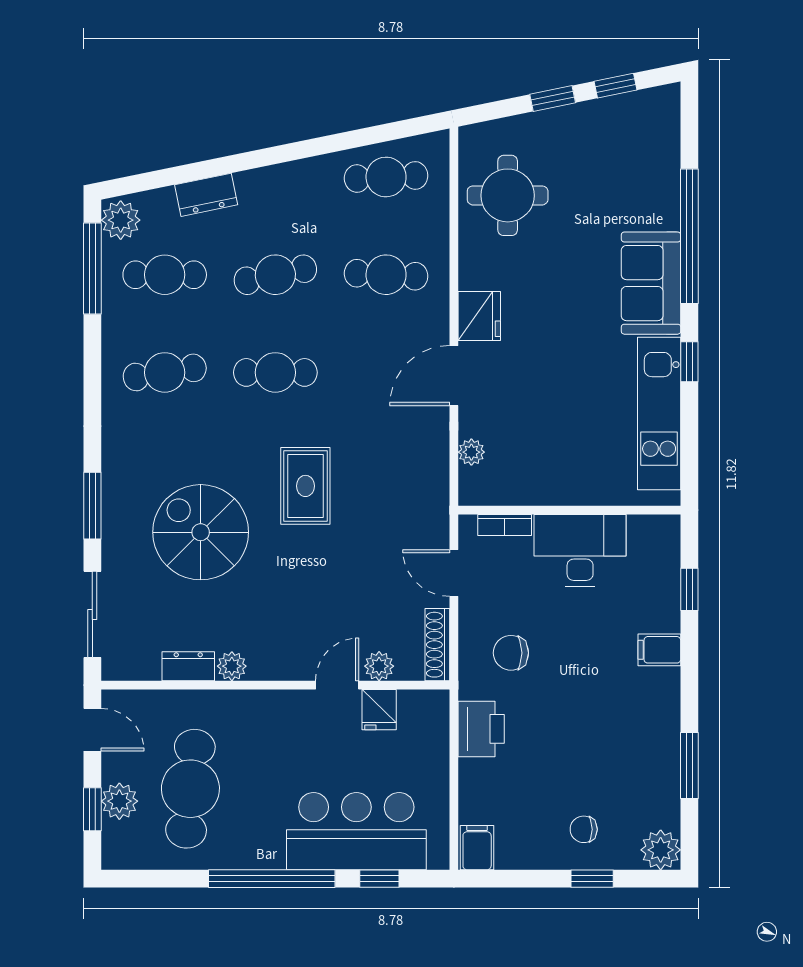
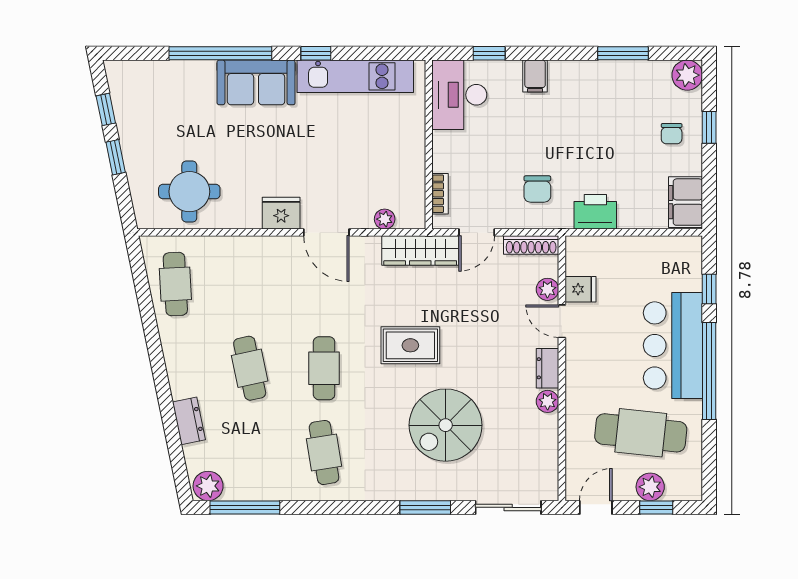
cafe table: (165, 275) -> (250, 452), removed
cafe table: (386, 275) -> (250, 284), removed
wardrobe: (430, 499) -> (420, 250), added
desk: (580, 550) -> (459, 95), moved
dresser: (188, 666) -> (548, 368), moved
bar counter: (356, 831) -> (673, 345), moved
filing cabinet: (477, 848) -> (686, 202), width x2.00

